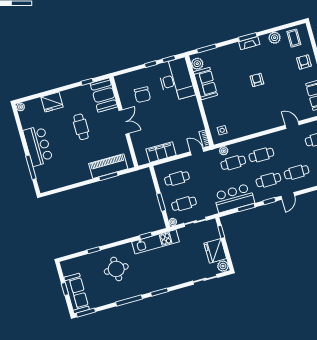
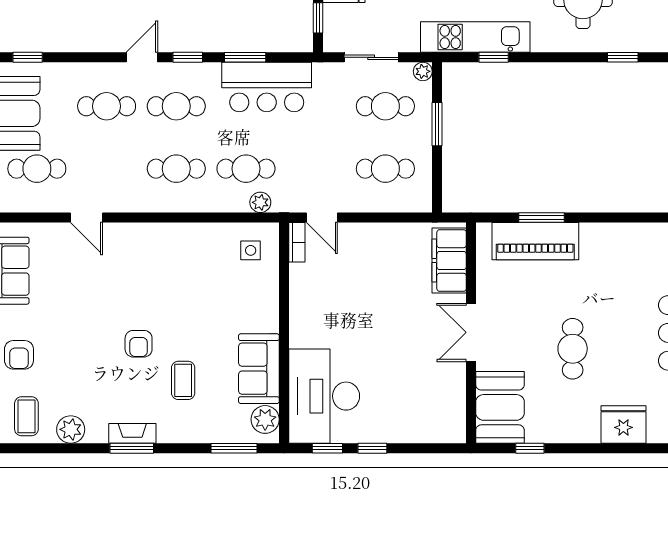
coffee table: (235, 70) -> (183, 380), added
chair: (142, 95) -> (411, 383), removed
filing cabinet: (161, 152) -> (449, 261), moved, turned 90

